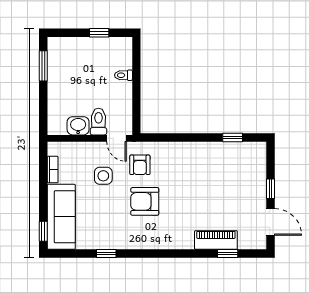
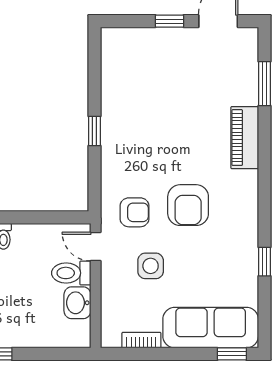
window: (233, 137) -> (94, 131), moved
door: (116, 138) -> (96, 247), swing flipped
piano: (216, 240) -> (245, 138), moved
window: (228, 254) -> (265, 84), width x1.50

